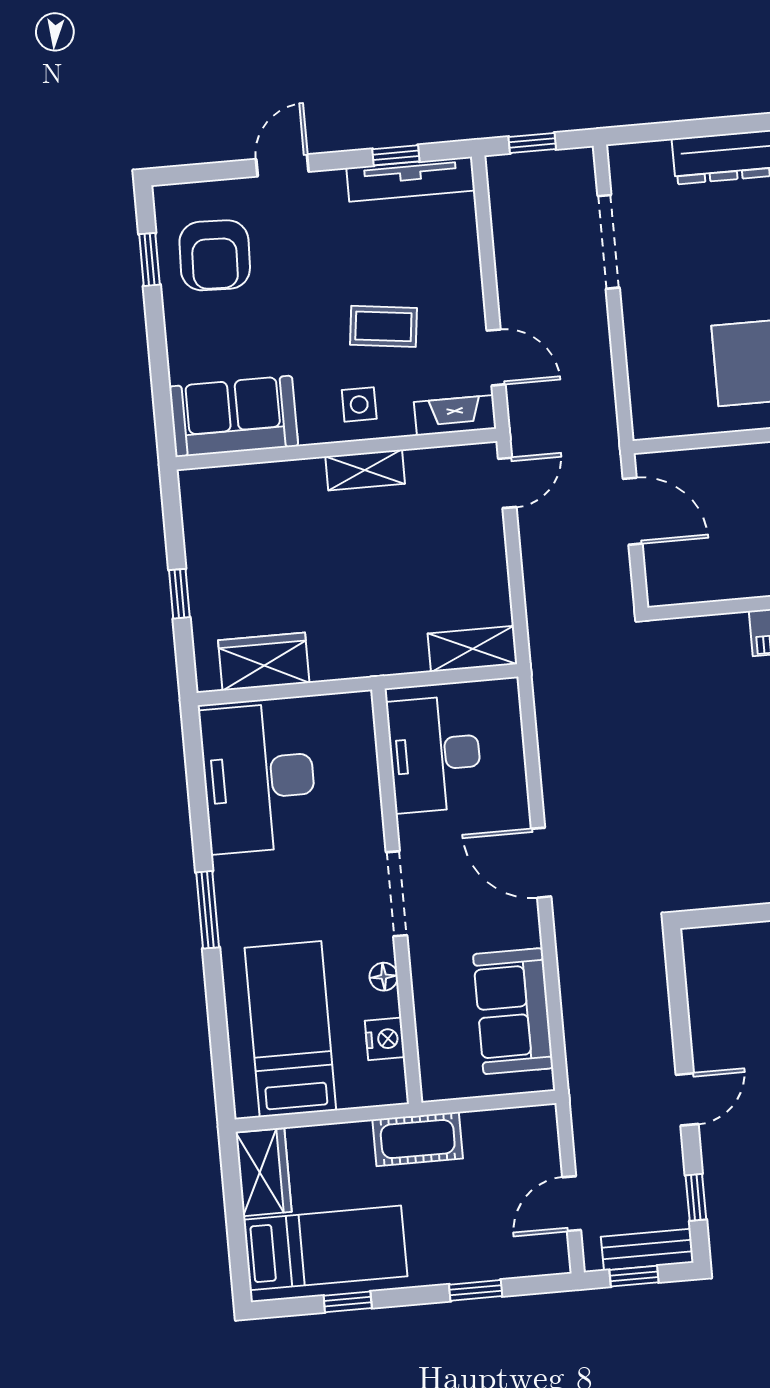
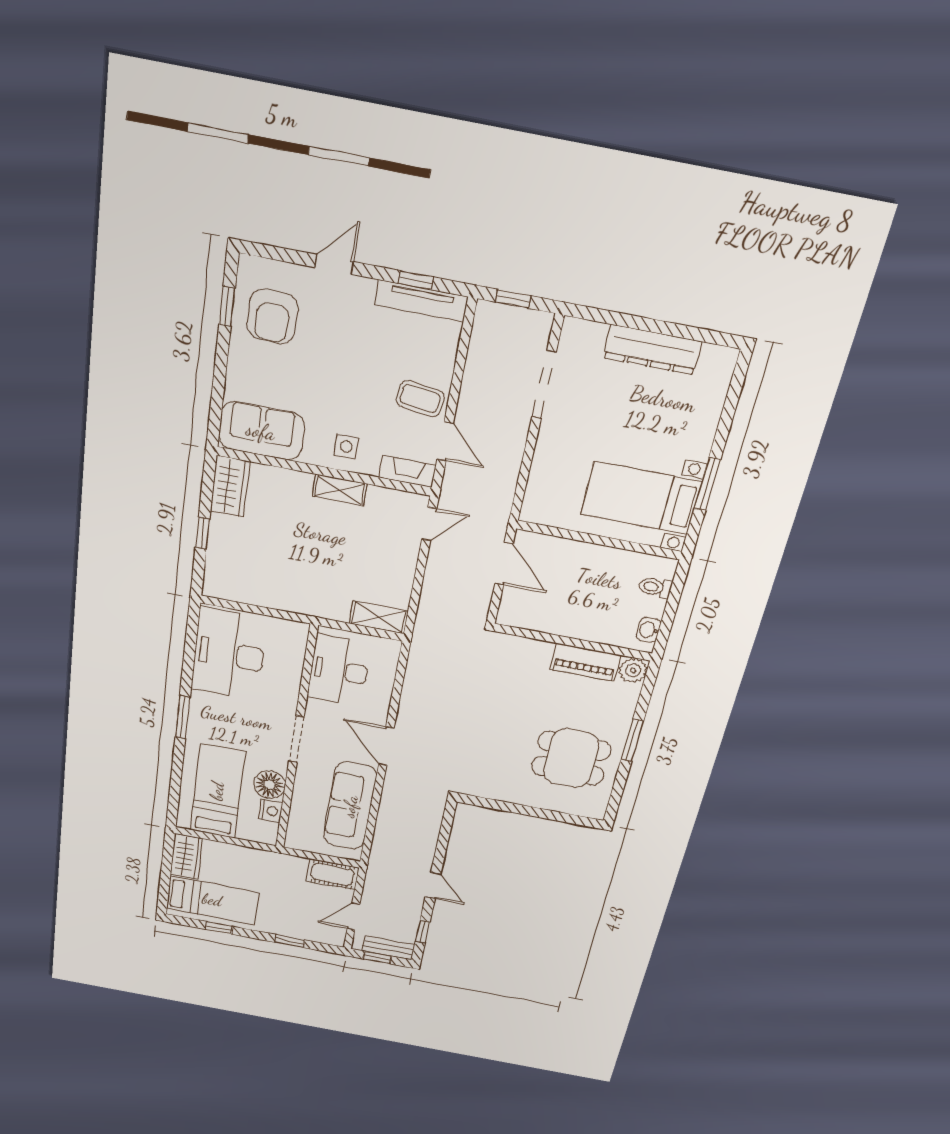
coffee table: (383, 326) -> (420, 399), moved
wardrobe: (264, 662) -> (230, 487), moved, turned 90
floor lamp: (384, 977) -> (270, 785), width x1.89, depth x1.89
sofa: (513, 1011) -> (350, 806), width x1.36
door: (687, 1099) -> (433, 886), hinge flipped
cot: (418, 1139) -> (332, 874), moved

